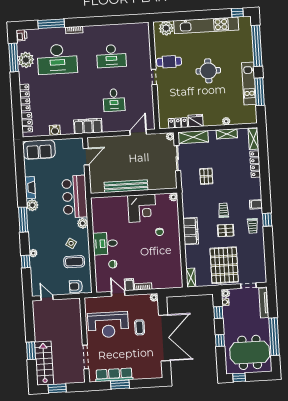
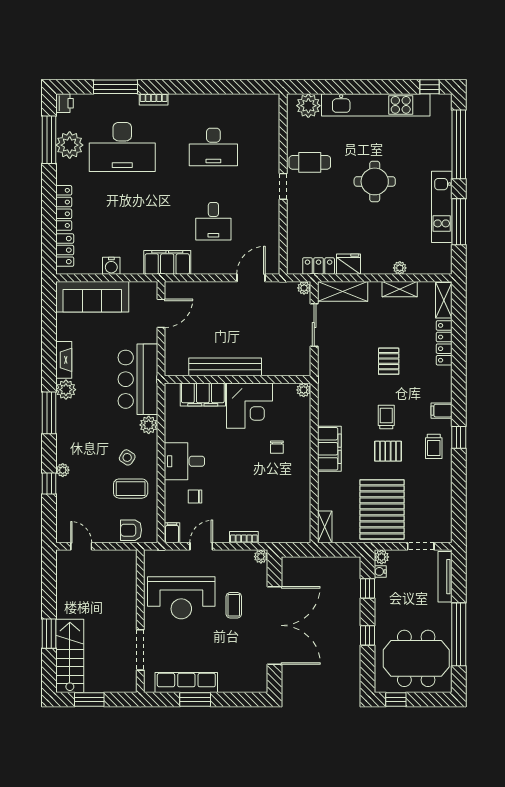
sofa: (39, 150) -> (92, 297), width x1.36
pallet: (206, 176) -> (389, 361), moved
filing cabinet: (114, 203) -> (203, 394), added
filing cabinet: (129, 285) -> (172, 533), moved
door: (118, 293) -> (201, 546), hinge flipped

